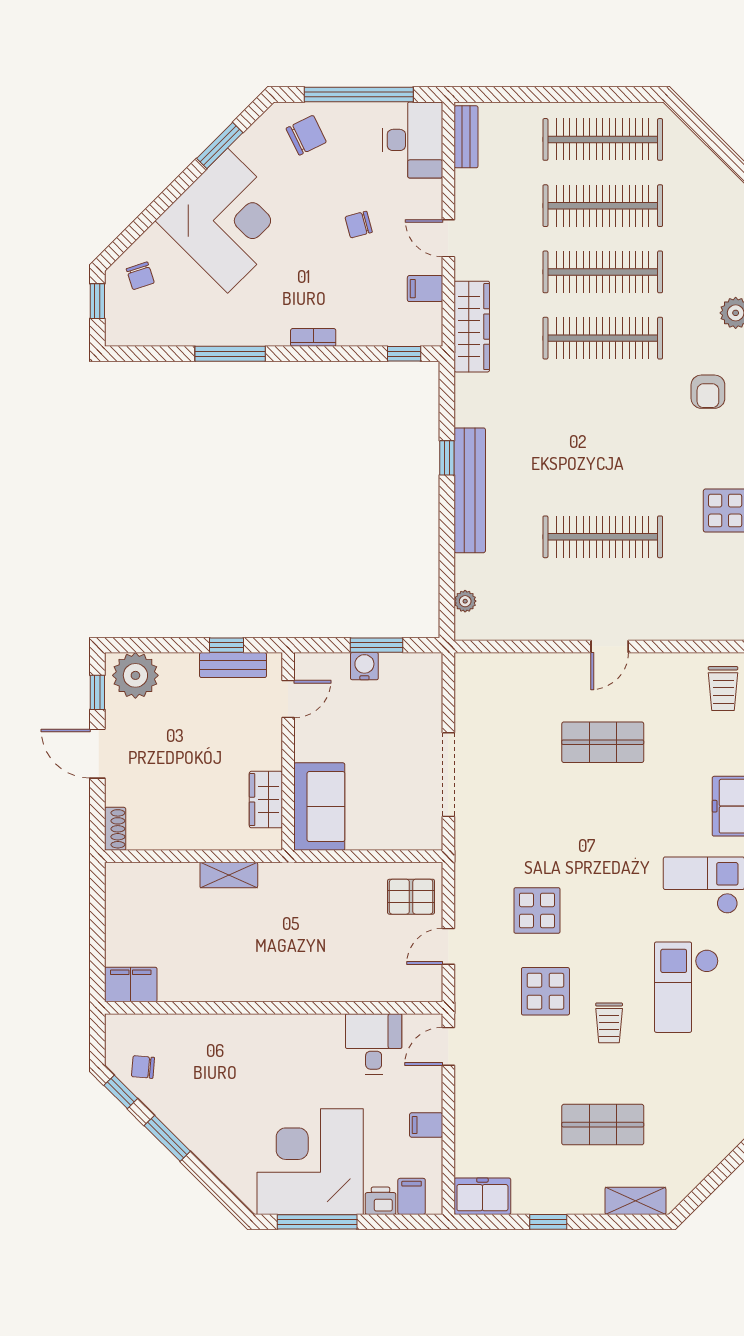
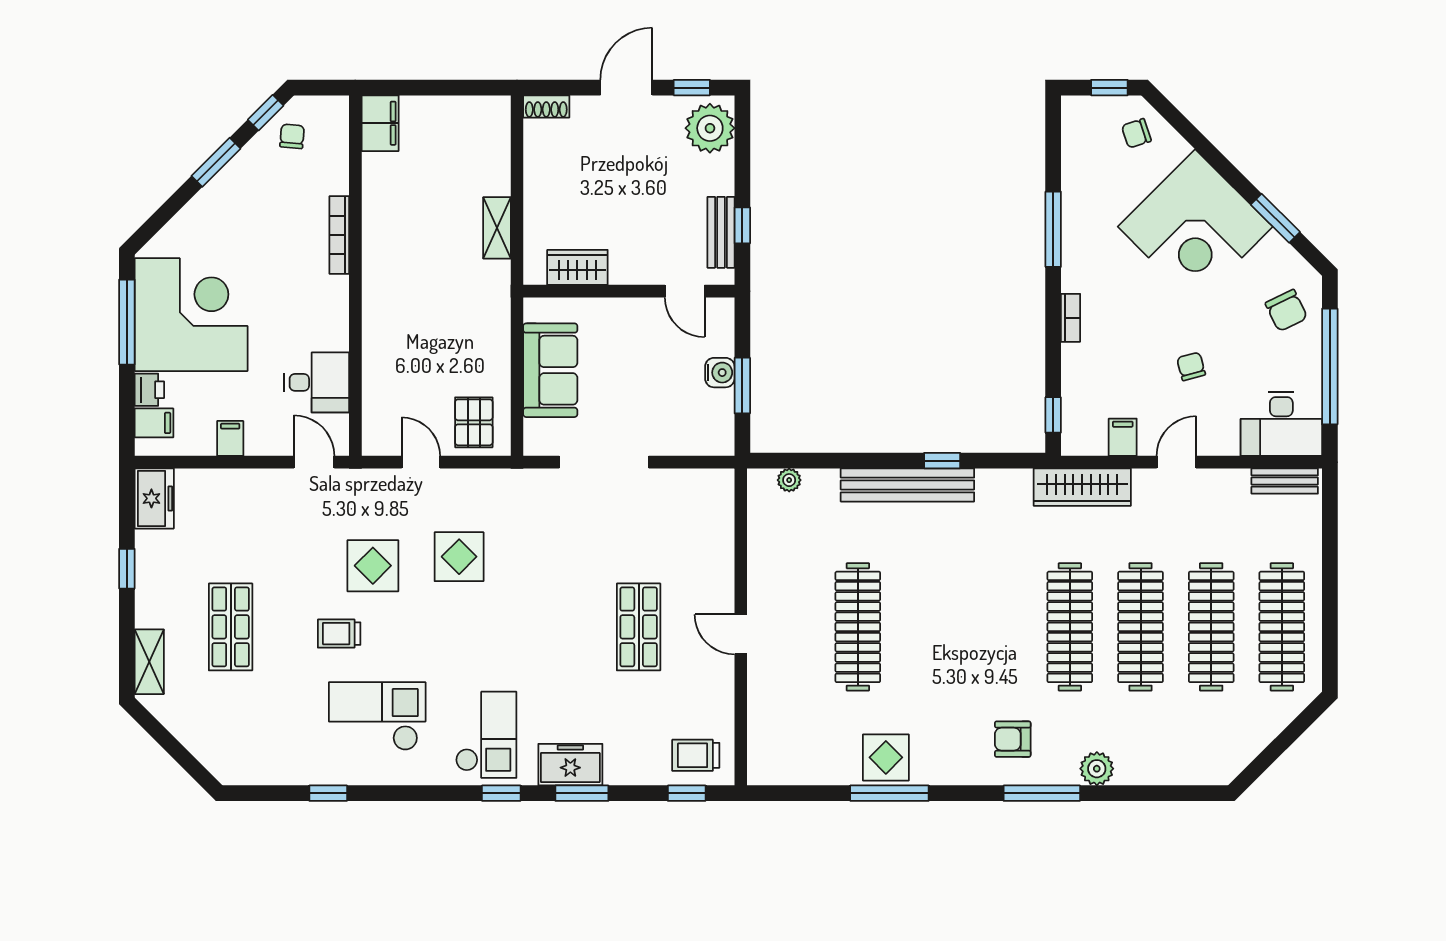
sofa: (319, 807) -> (550, 370), moved, turned -90
bookcase: (235, 1023) -> (339, 235), added

